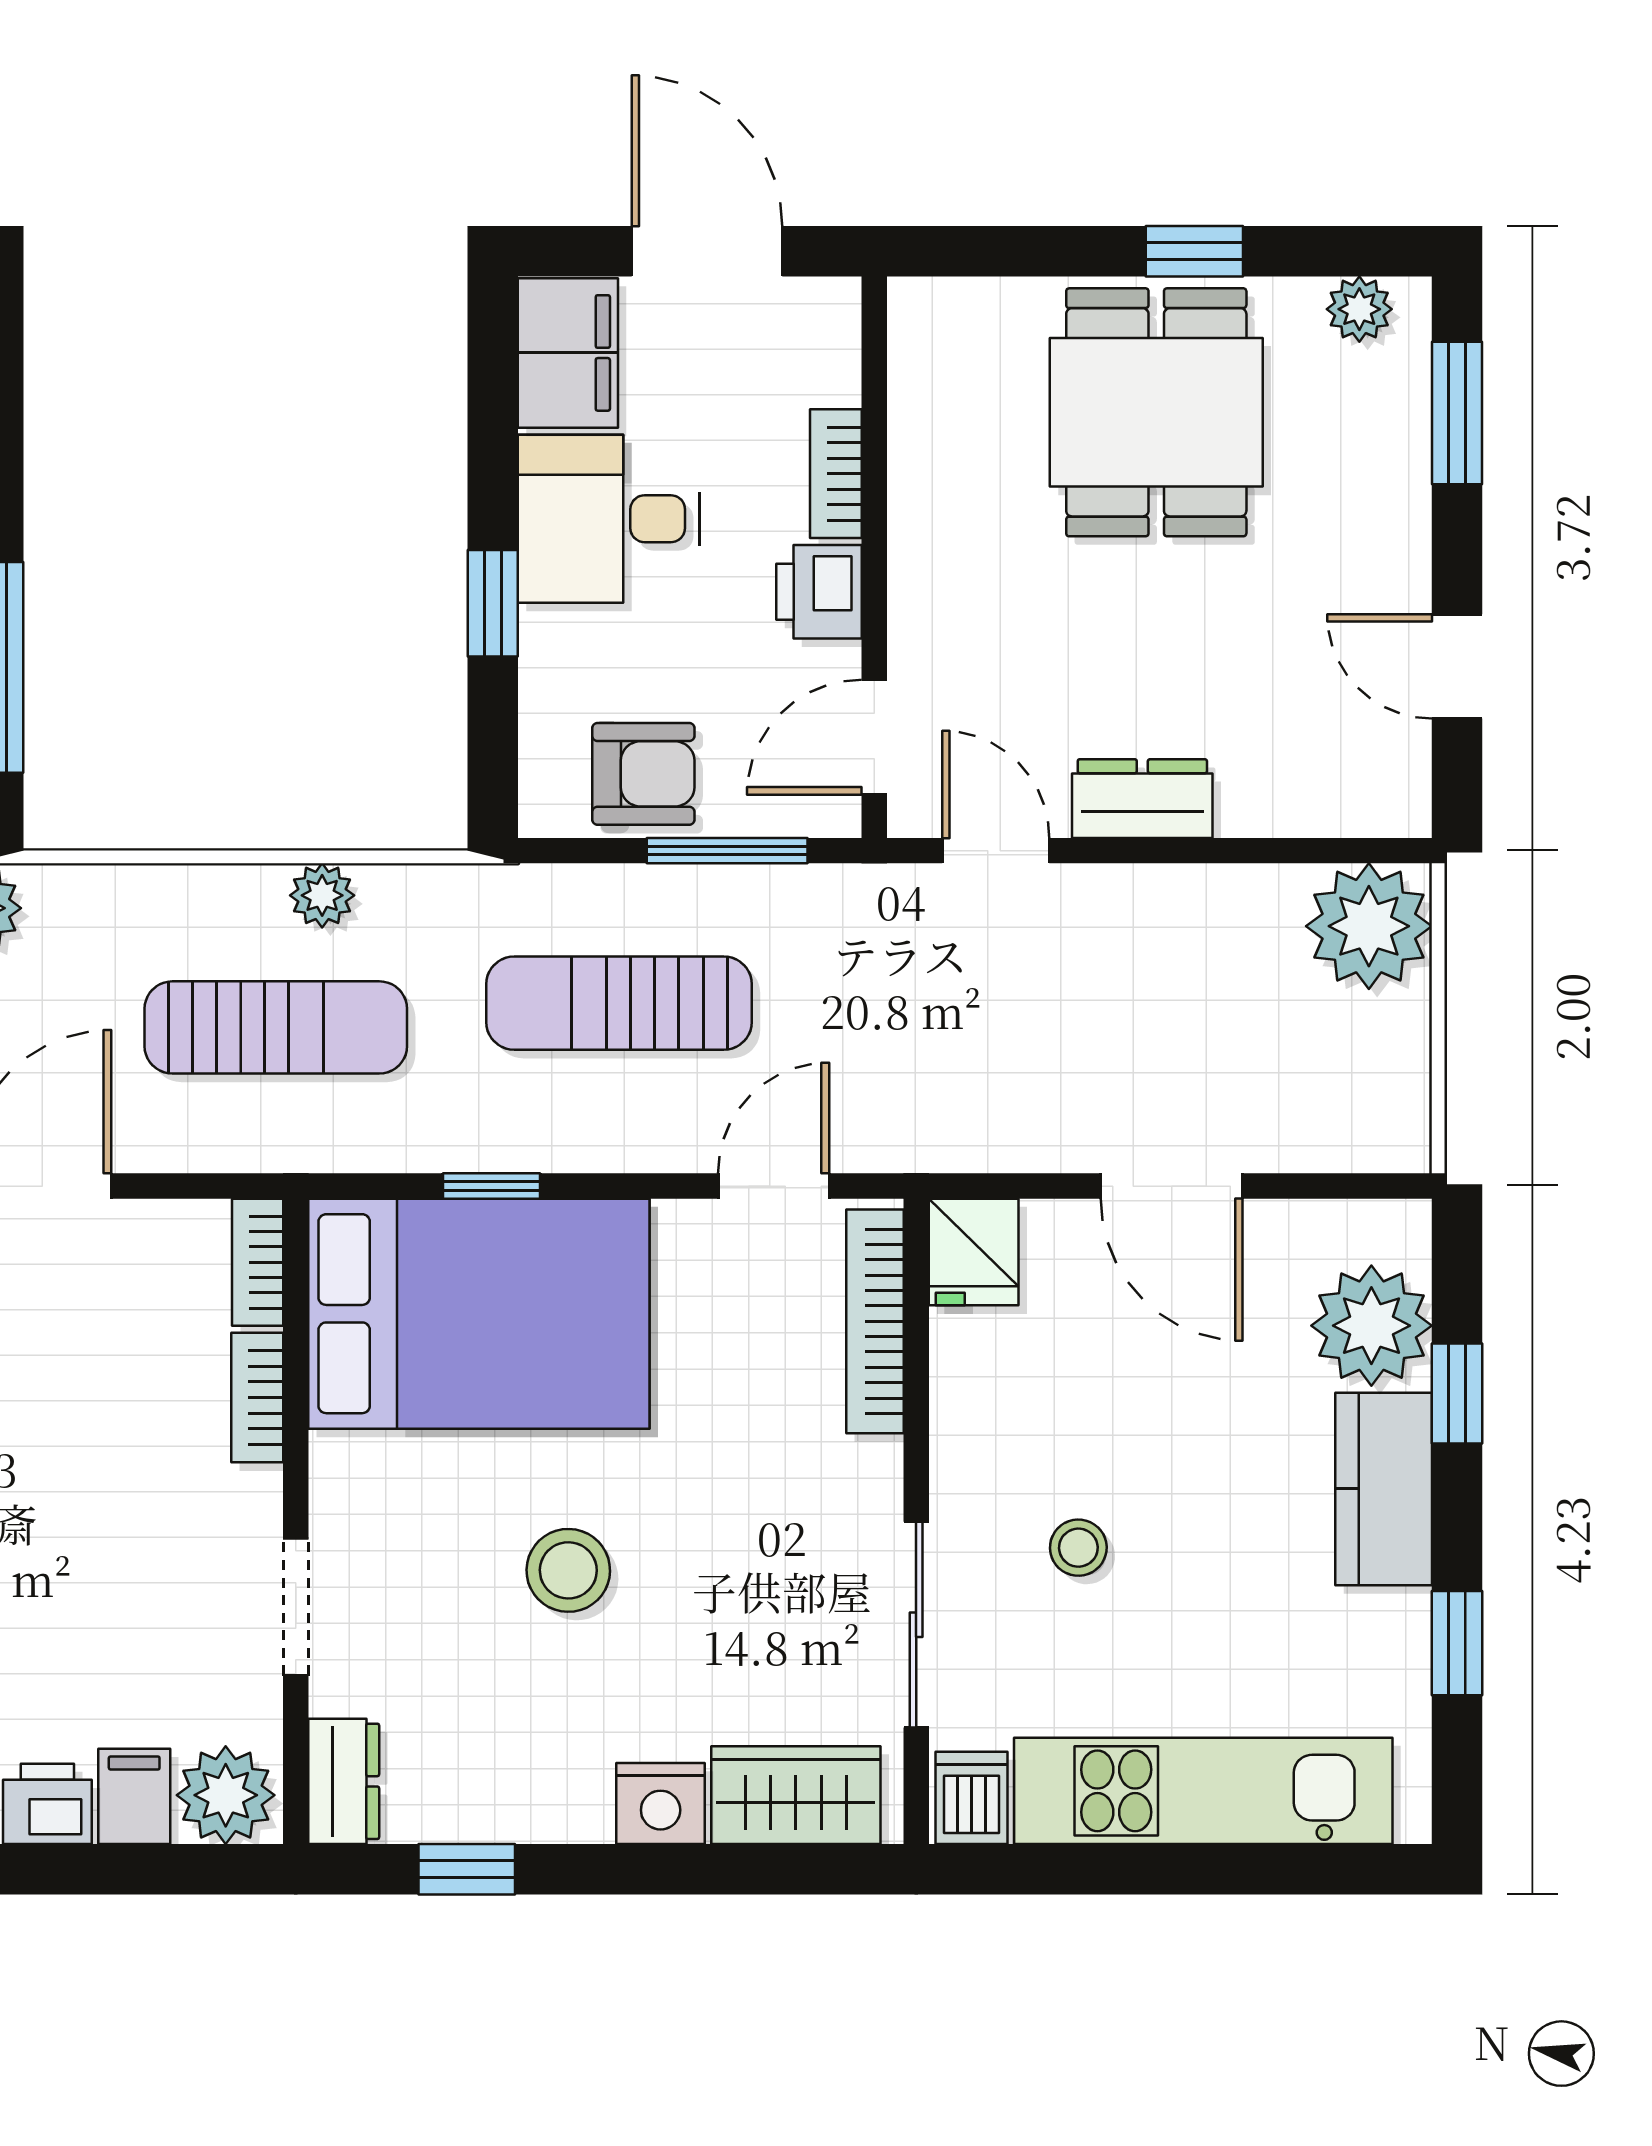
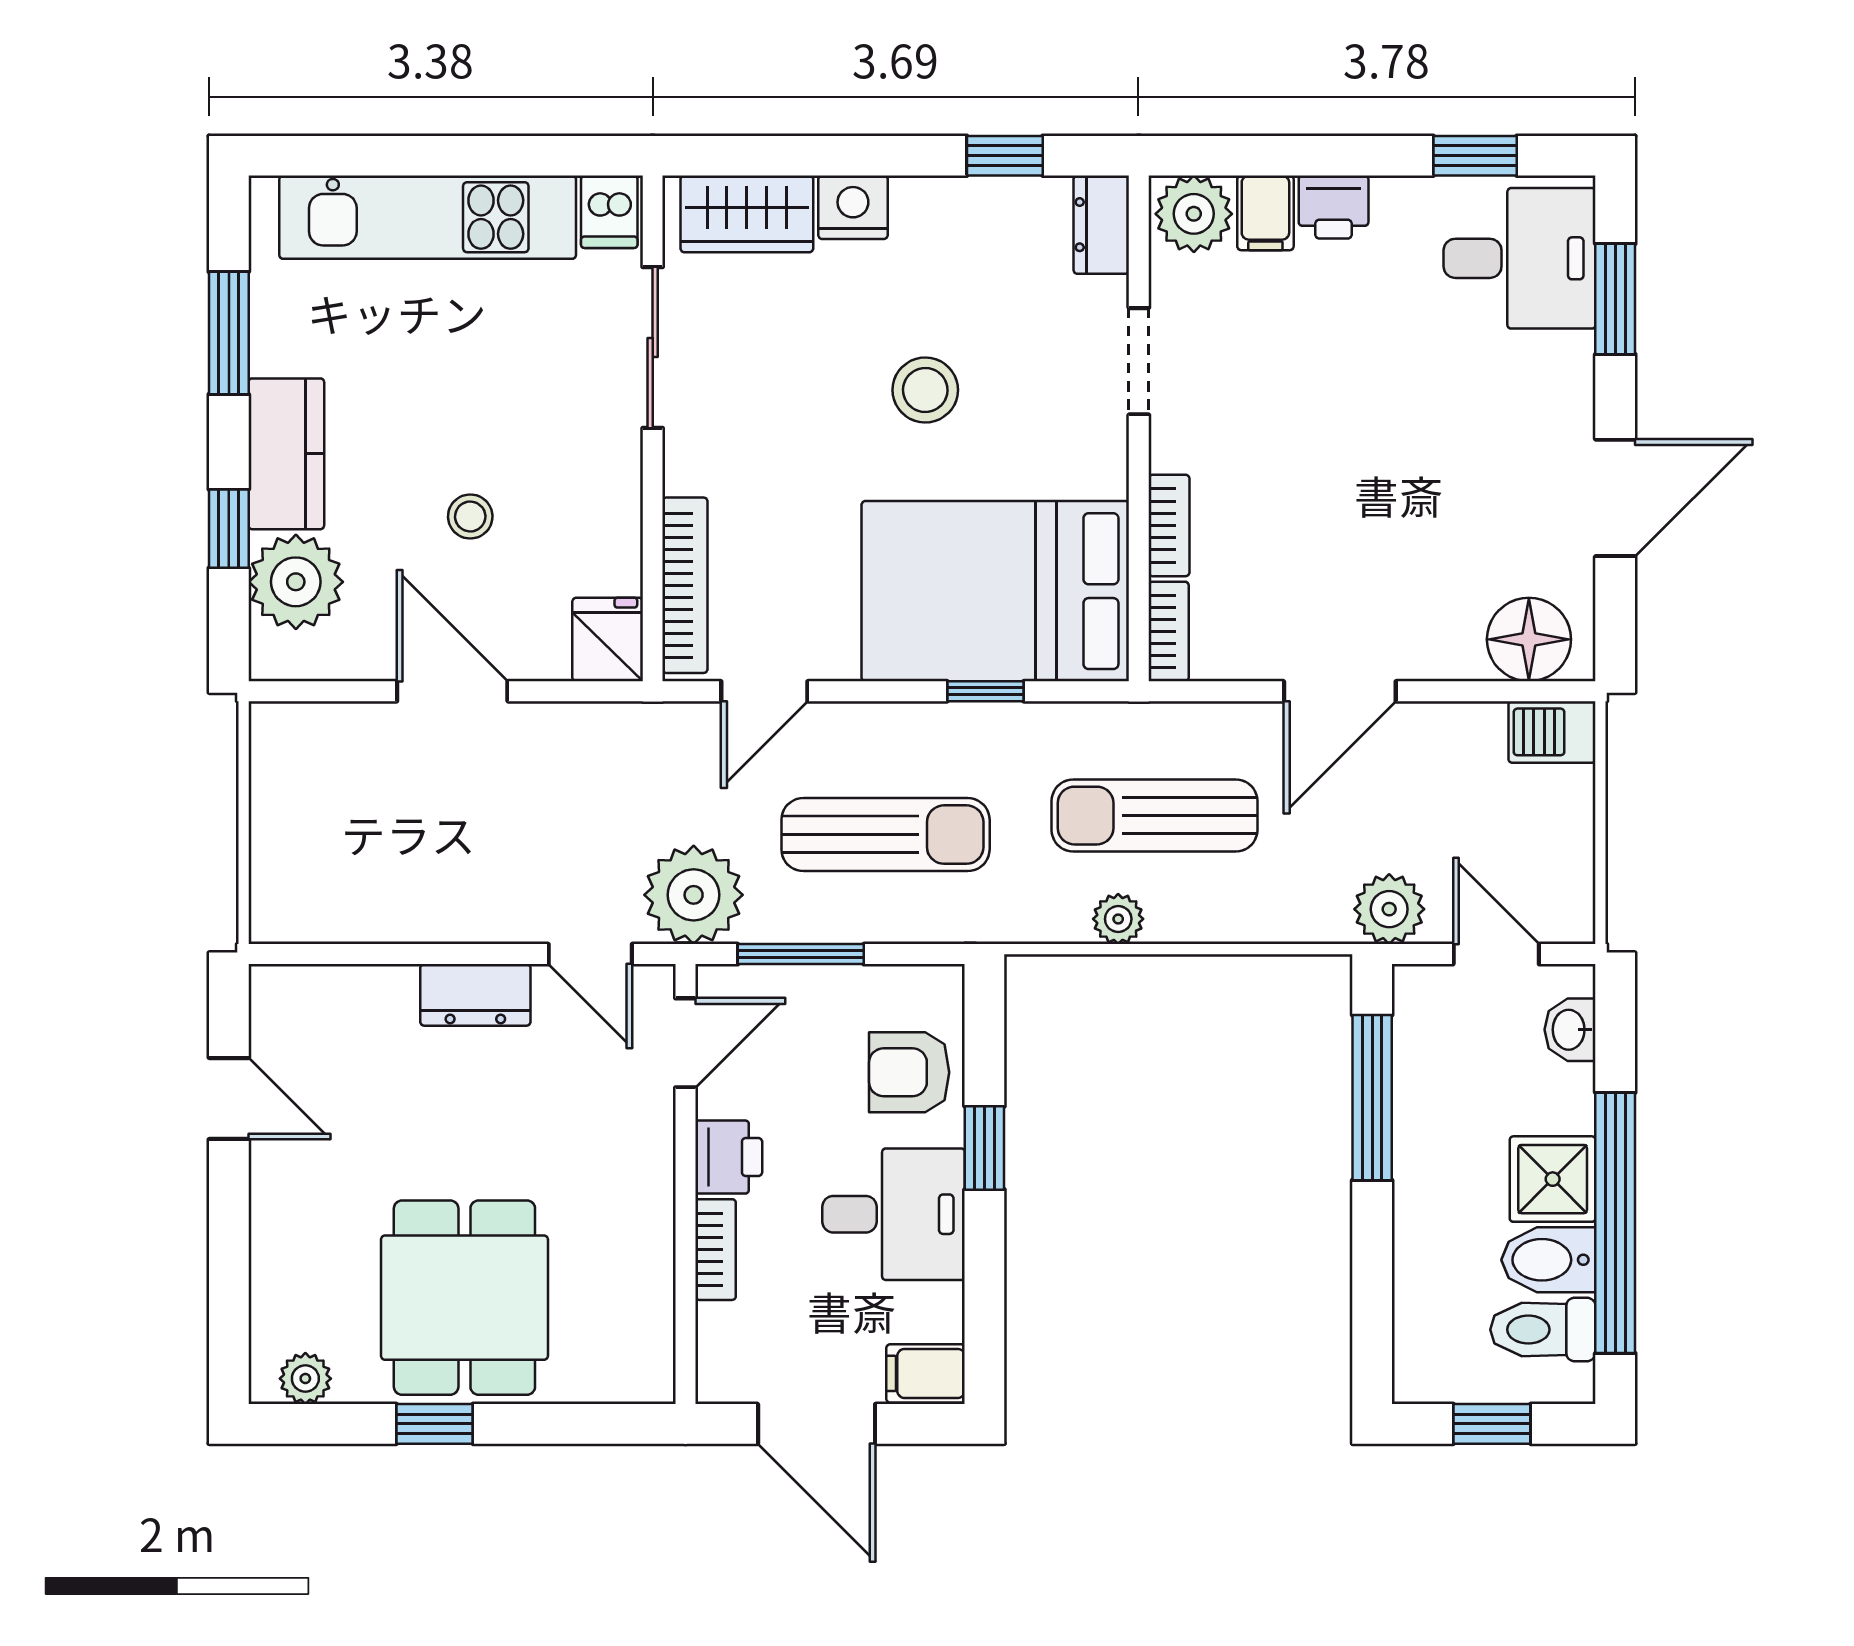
filing cabinet: (568, 353) -> (926, 1373), width x0.50
window: (1457, 413) -> (229, 1297), removed
armchair: (643, 774) -> (909, 1072), moved
plant: (1369, 926) -> (694, 895), moved
stool: (1078, 1548) -> (470, 516), moved
window: (1457, 1643) -> (229, 333), width x1.50

